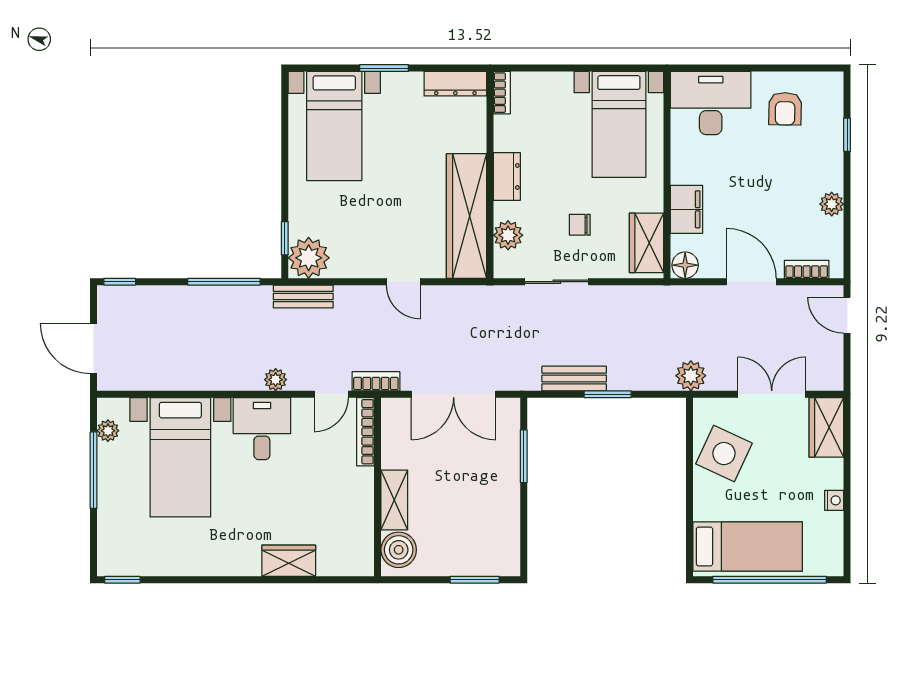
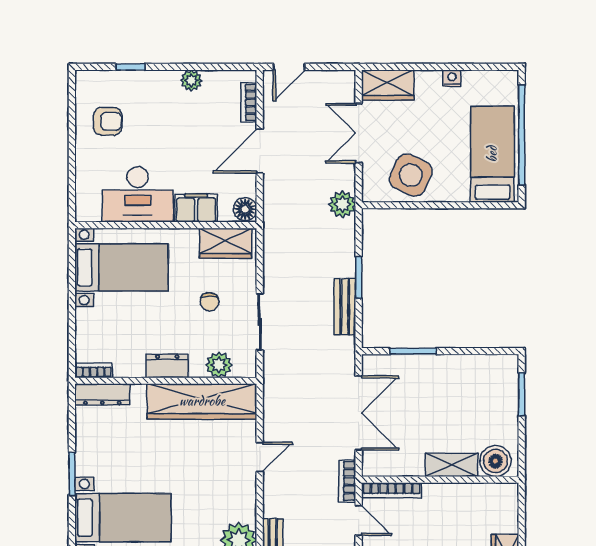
dresser: (455, 84) -> (102, 394), moved, turned 90
desk: (711, 103) -> (138, 194), moved, turned -90

